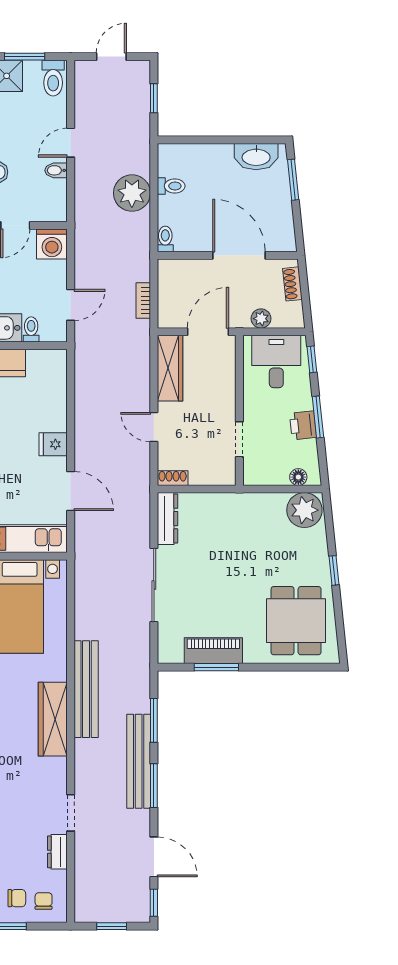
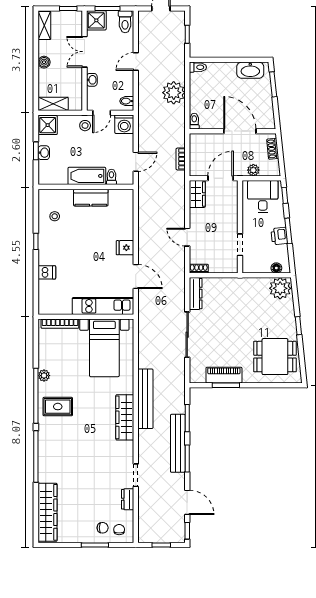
bidet: (56, 170) -> (127, 101), moved
toilet: (171, 186) -> (198, 67), moved
wardrobe: (170, 368) -> (197, 194), width x0.67
dining table: (296, 621) -> (275, 357), turned 90

